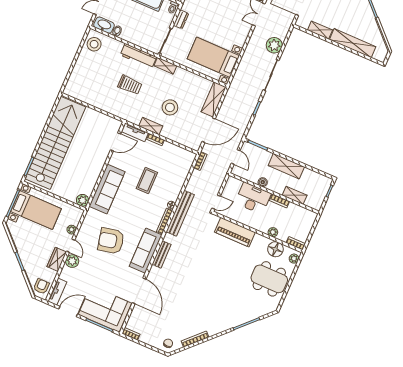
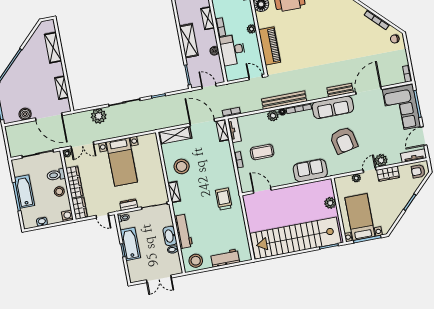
washbasin: (104, 25) -> (170, 236), moved
shelving: (353, 43) -> (53, 48), width x0.68
workbench: (138, 56) -> (183, 231), moved
bed with nightstands: (213, 57) -> (122, 162), moved
workbench: (79, 71) -> (225, 258), added
trolley: (130, 85) -> (224, 199), moved
stool: (170, 107) -> (182, 166), moved
shelving: (151, 126) -> (223, 130), moved
tv unit: (135, 132) -> (234, 130), moved
door: (236, 157) -> (209, 86), hinge flipped
coffee table: (147, 180) -> (262, 152), moved
sofa: (107, 189) -> (310, 171), width x0.73
plant: (173, 195) -> (273, 116), added
plant: (83, 200) -> (330, 203), moved
plant: (273, 232) -> (251, 29), moved
bench: (161, 254) -> (340, 90), moved
door: (68, 312) -> (424, 136), hinge flipped

